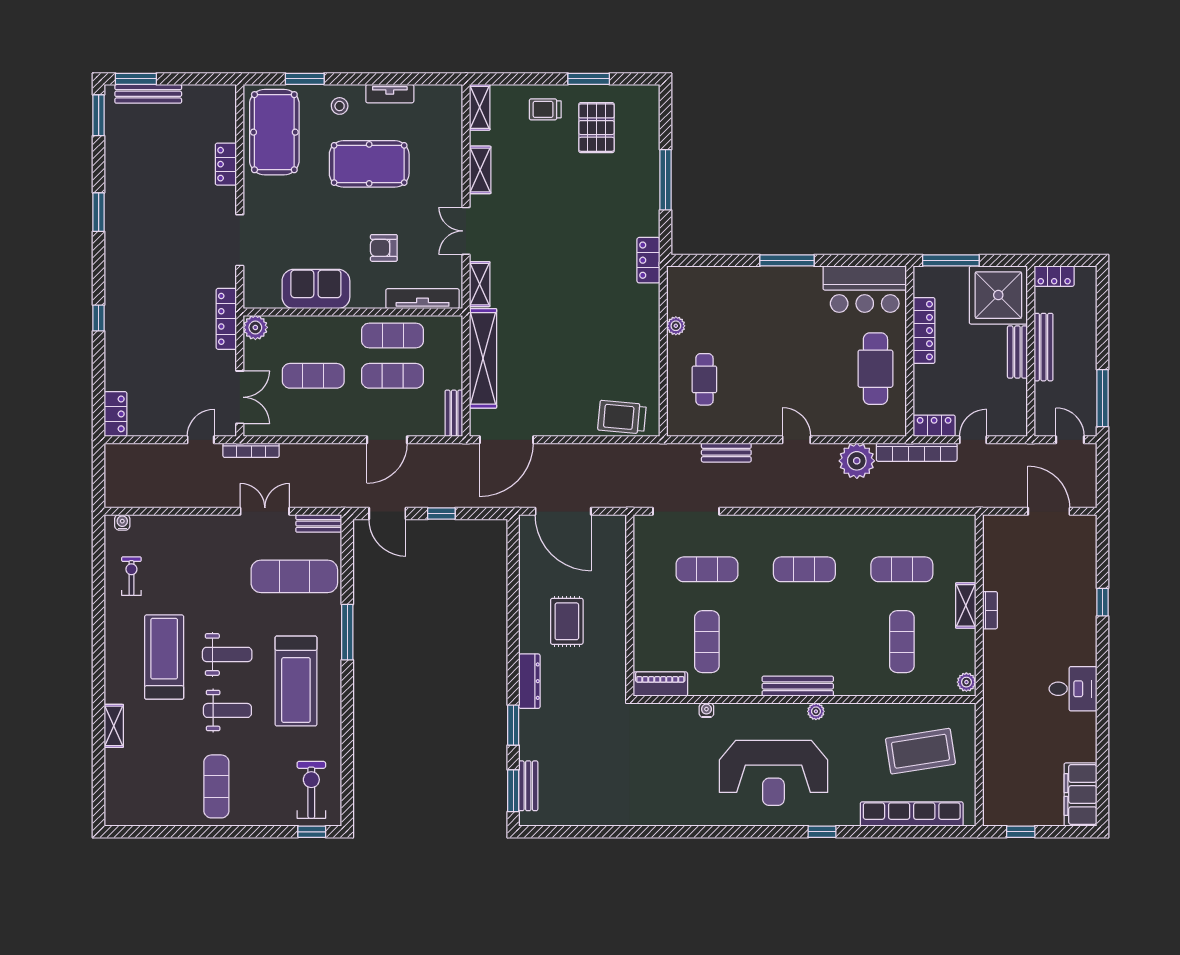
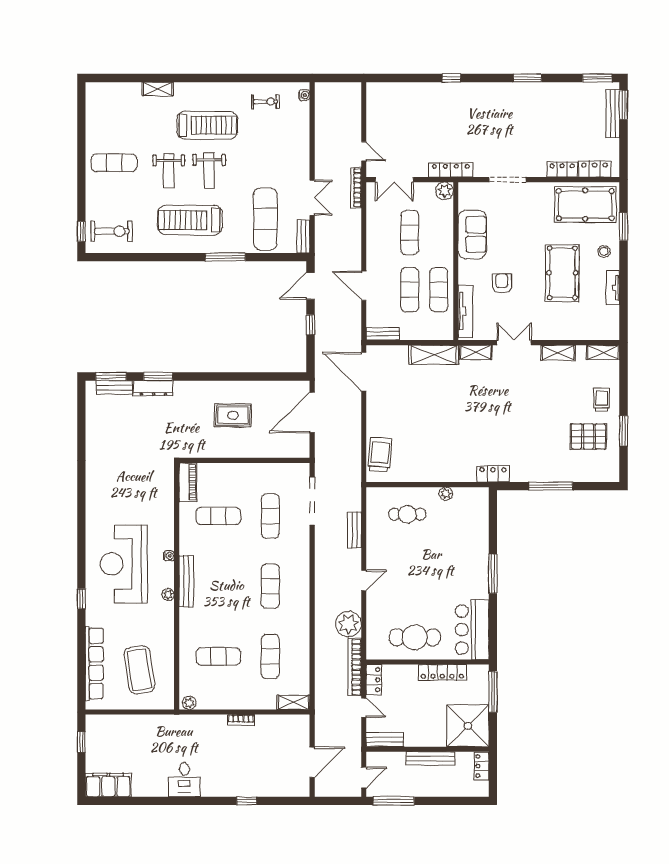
bench: (1017, 352) -> (385, 740), moved
shelving: (483, 358) -> (434, 355), width x0.68
locker: (115, 414) -> (595, 169), moved, turned 180
shelving: (966, 605) -> (293, 702), moved
dresser: (529, 681) -> (153, 388), moved
water cooler: (706, 710) -> (169, 556), moved

